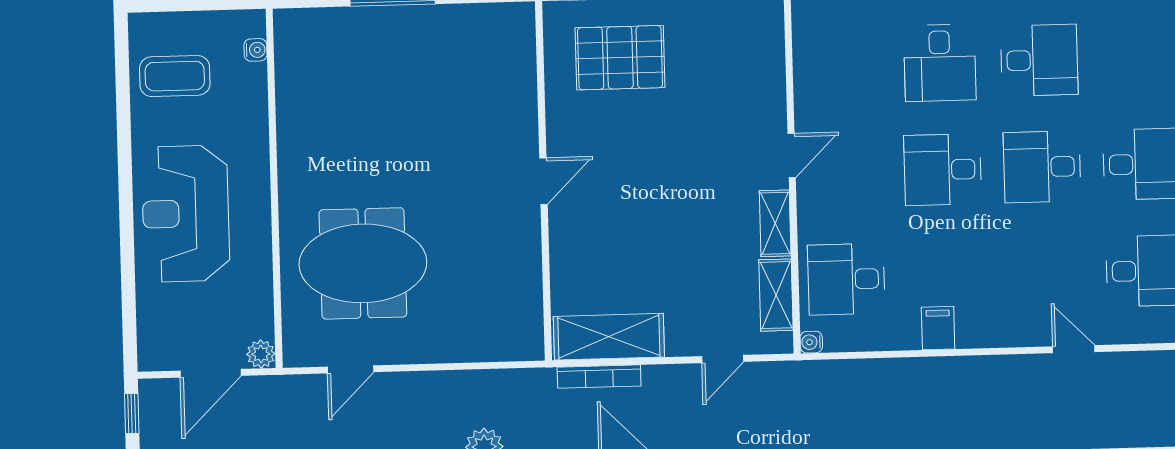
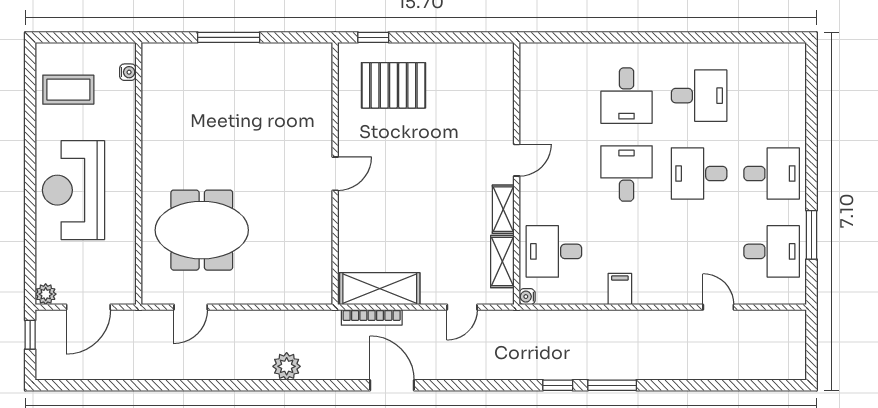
desk: (943, 170) -> (627, 174), turned 90
plant: (261, 354) -> (46, 294), moved

